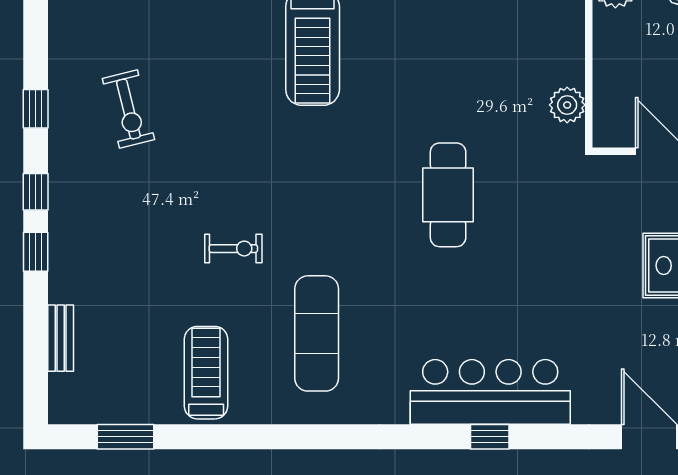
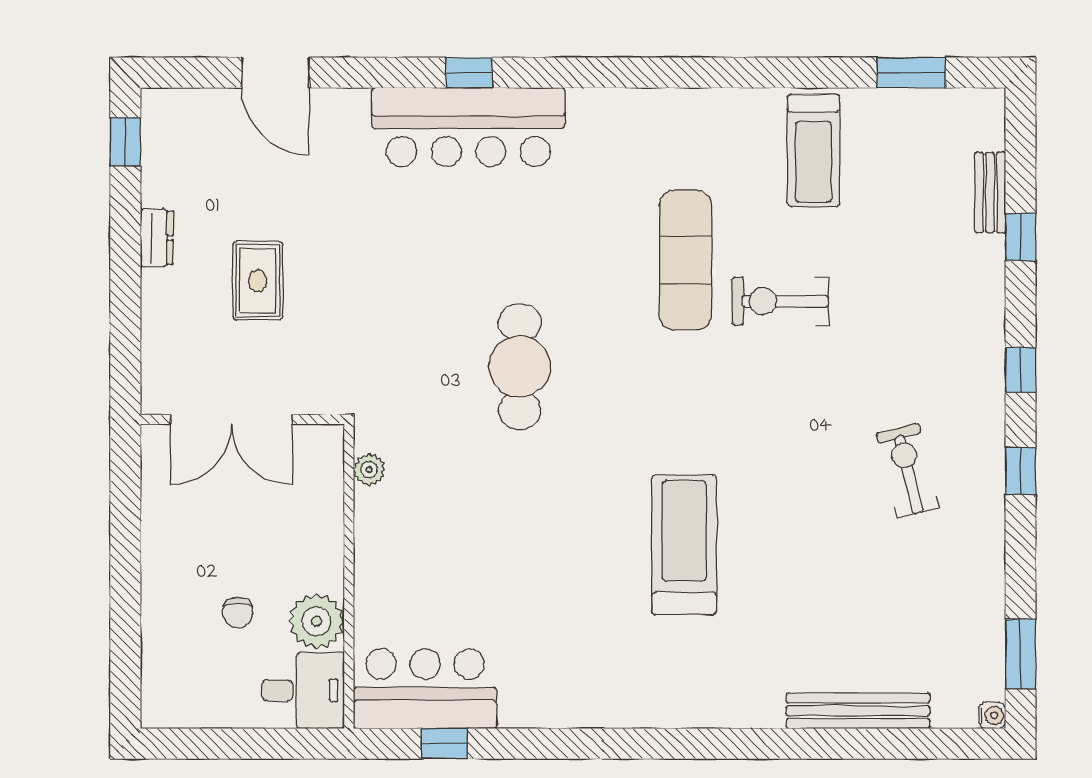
plant: (567, 105) -> (369, 470), width x0.73, depth x0.73
exercise bike: (233, 249) -> (780, 301), width x1.38, depth x1.39
window: (36, 252) -> (1021, 237), moved
exercise mat: (317, 333) -> (686, 260), moved

